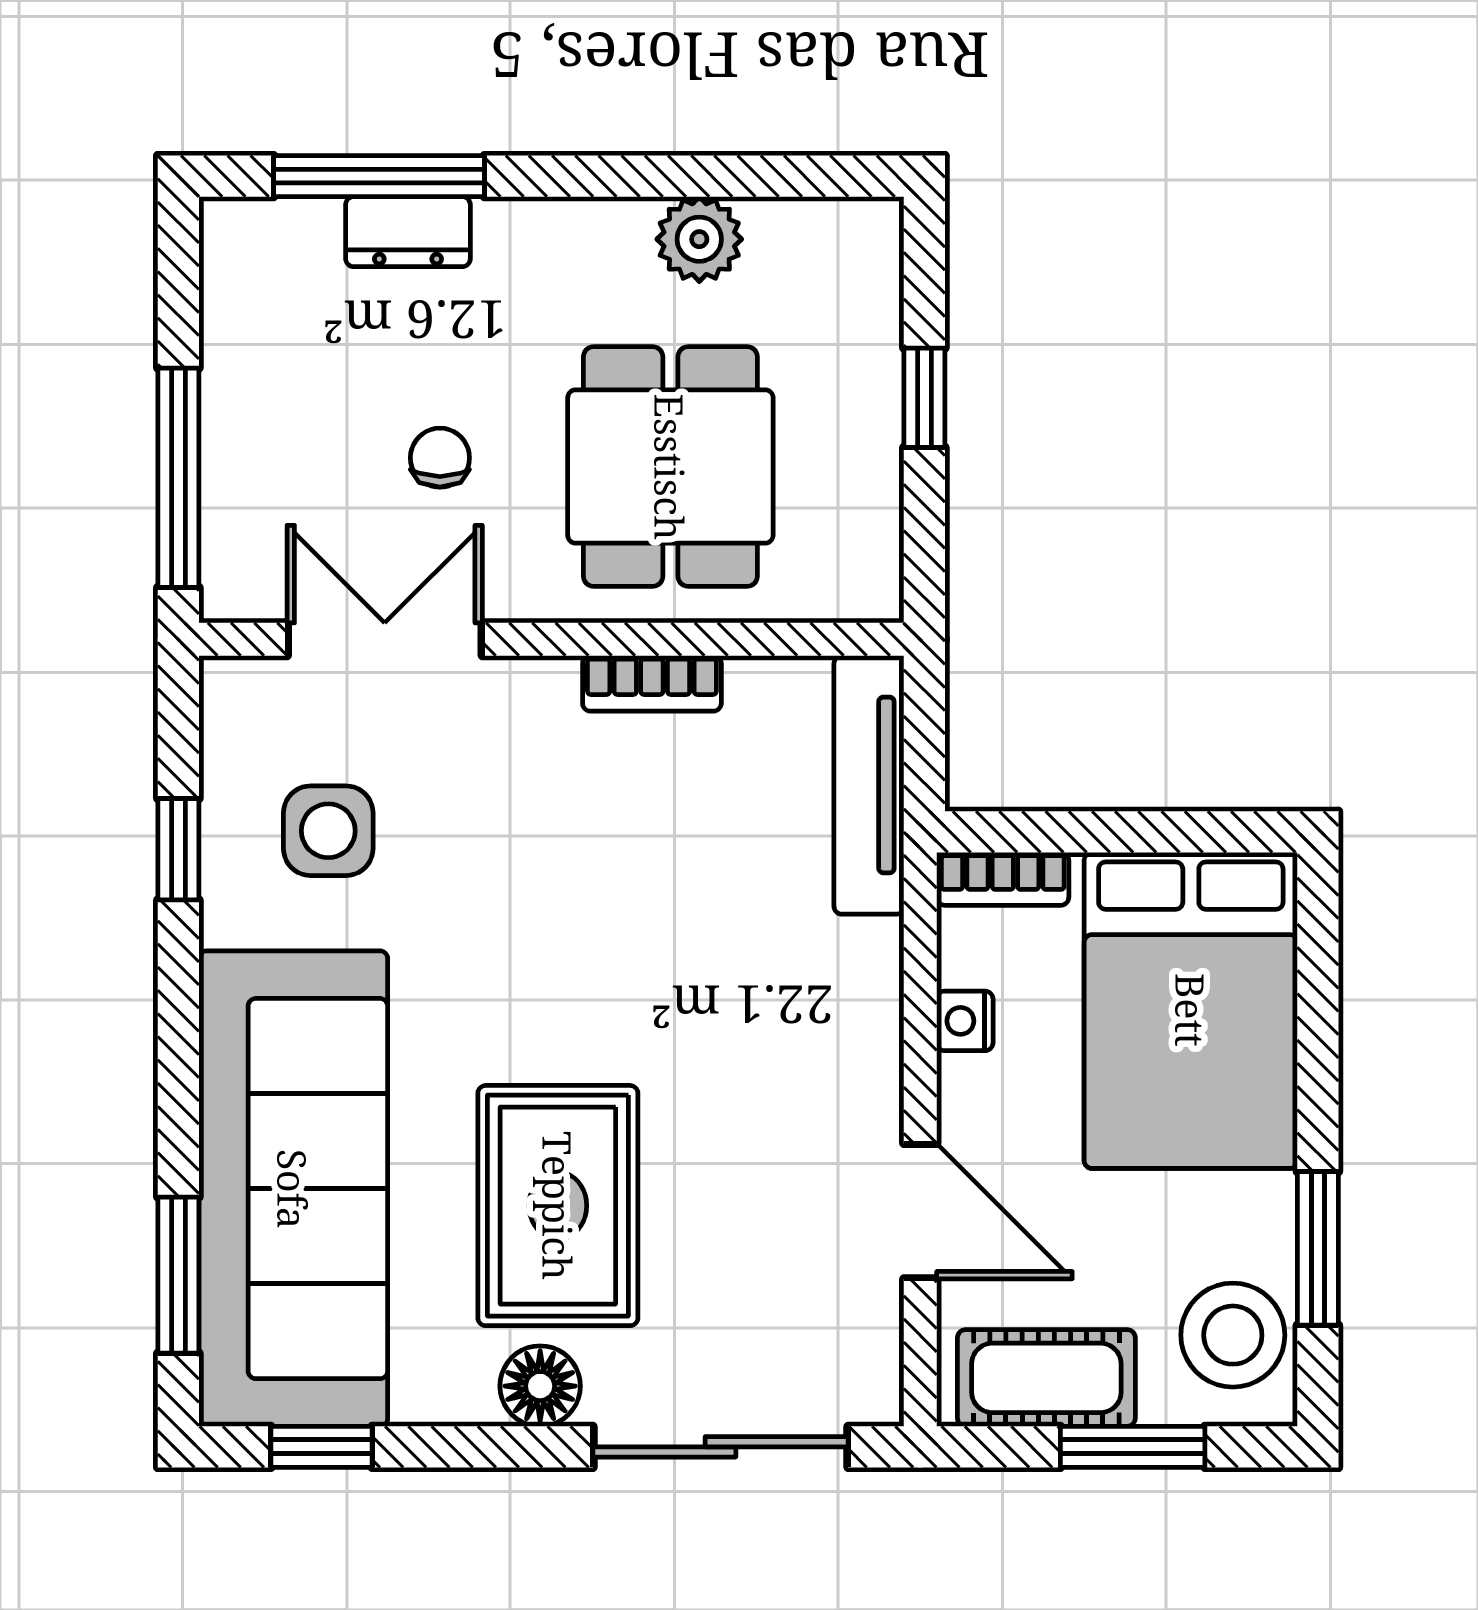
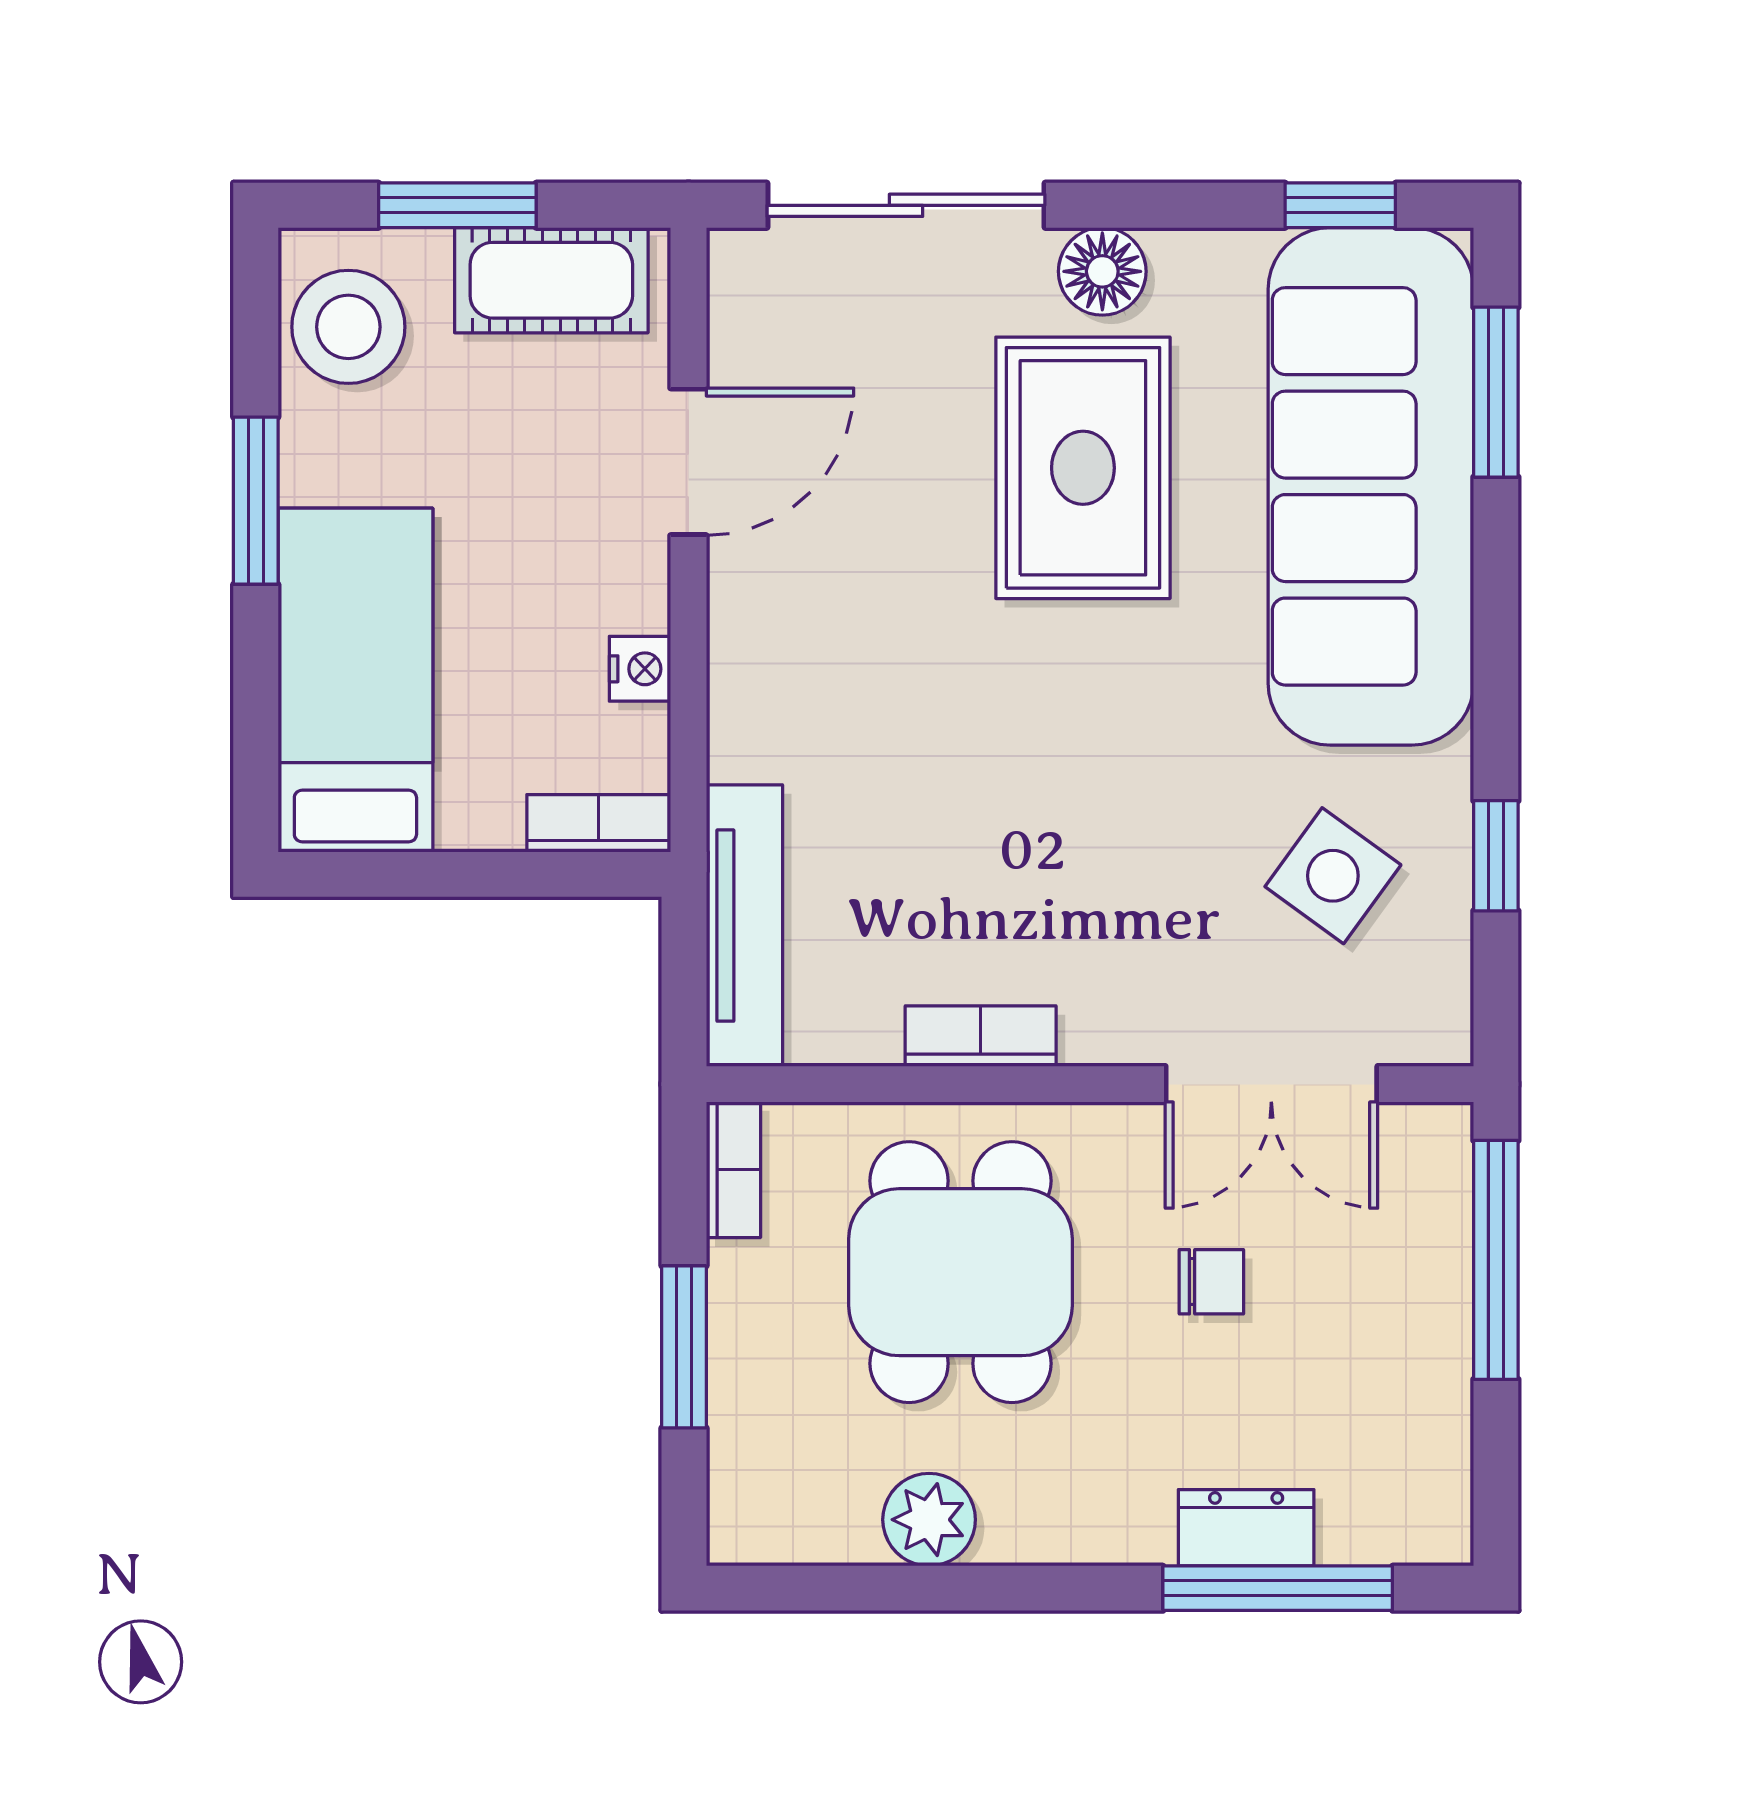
window: (924, 398) -> (684, 1347), width x1.50
chair: (440, 458) -> (1211, 1282), turned -90
bookcase: (879, 561) -> (733, 1170), added
side table: (328, 831) -> (1333, 876), turned 36
bed: (1191, 1010) -> (355, 680), width x0.67
door: (920, 1211) -> (688, 462), swing flipped
window: (1318, 1248) -> (256, 501), moved

